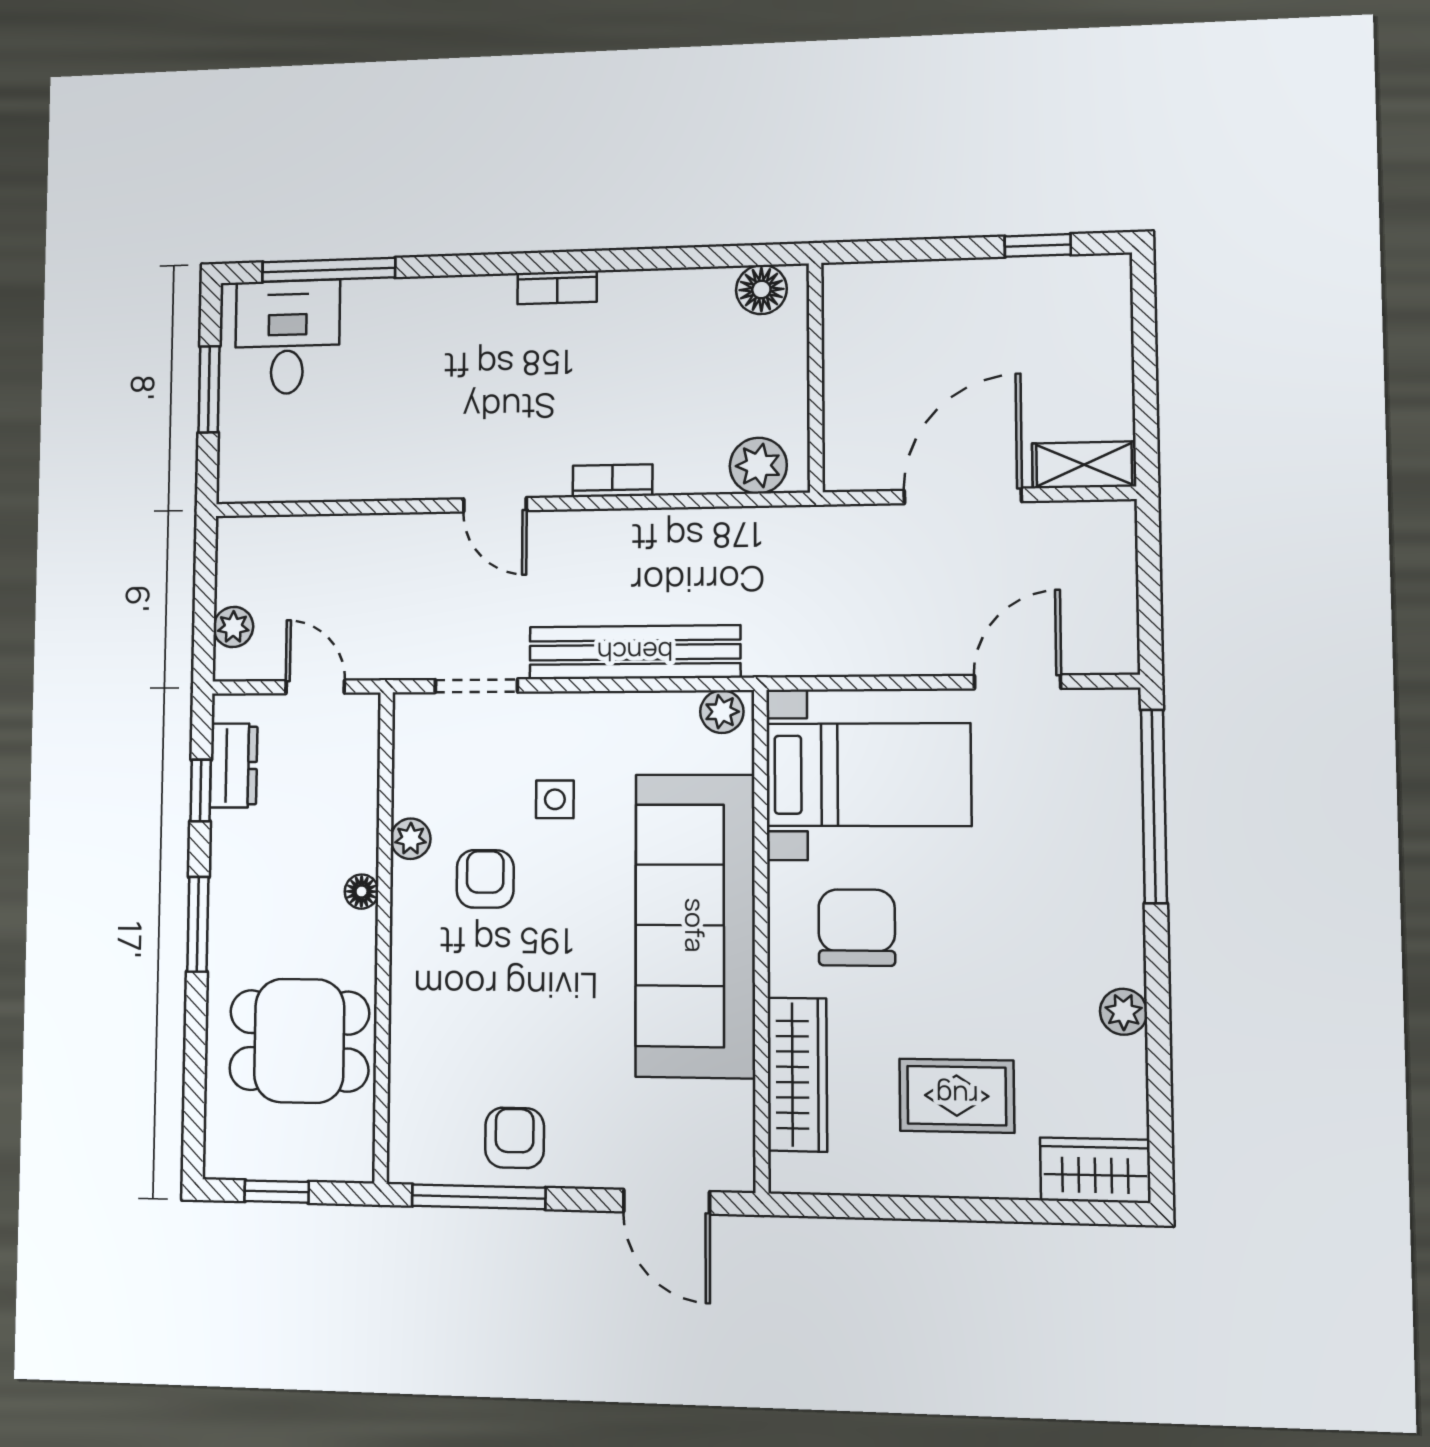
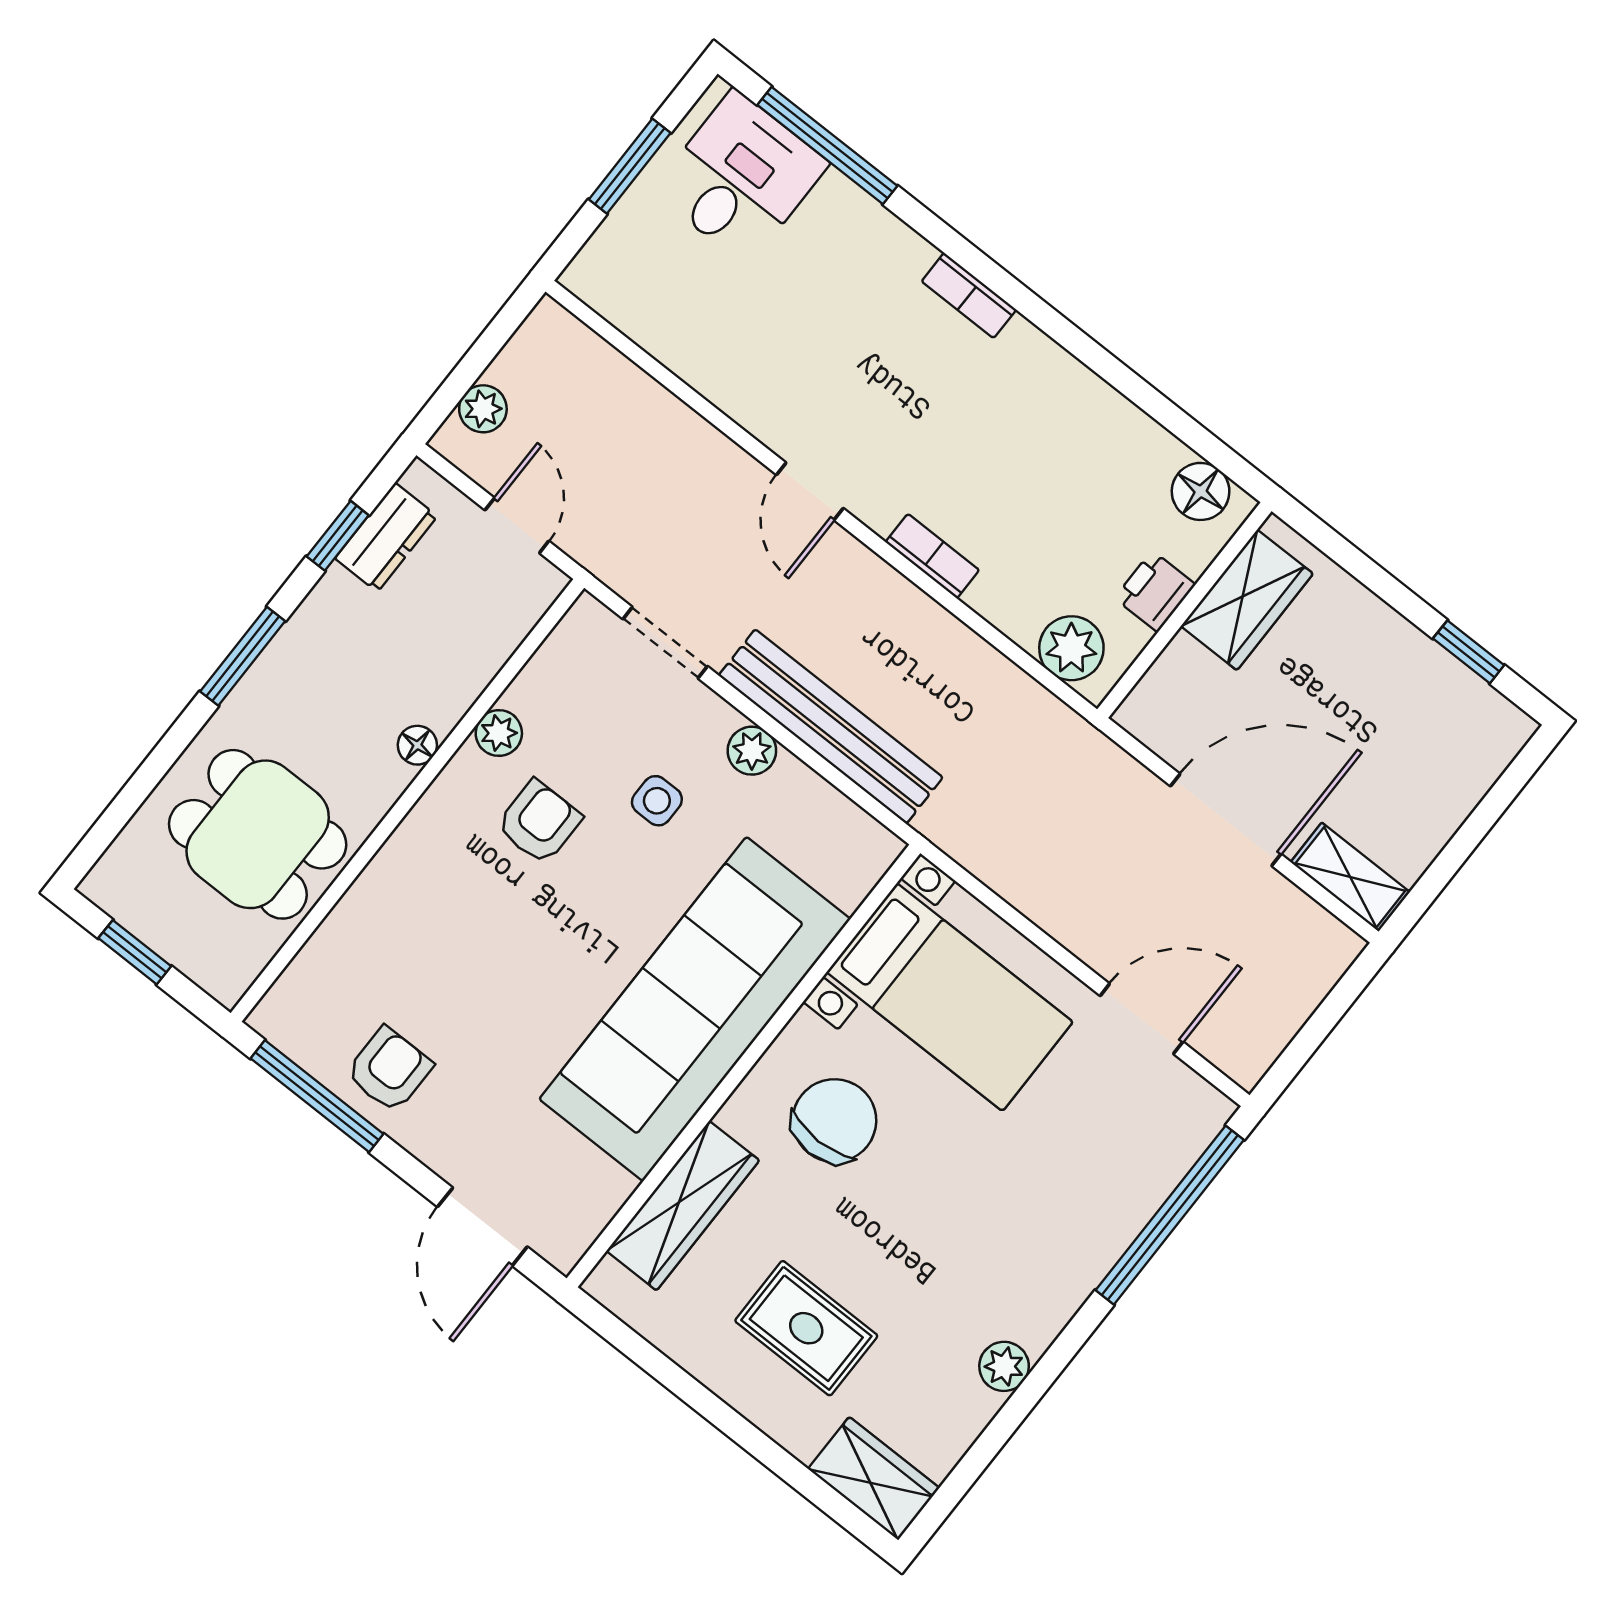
bookcase: (557, 287) -> (969, 295), moved
wardrobe: (853, 335) -> (1247, 600), added
printer: (785, 381) -> (1155, 591), added
plant: (722, 712) -> (752, 751), moved

